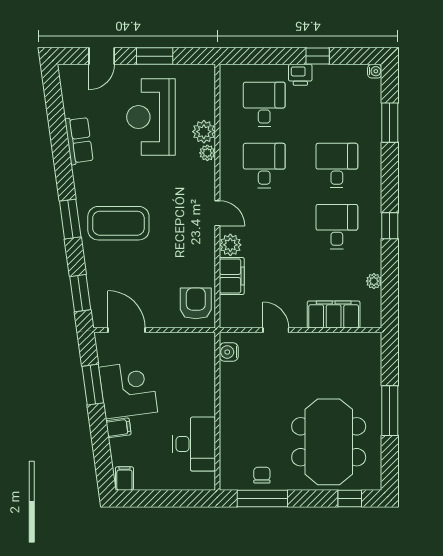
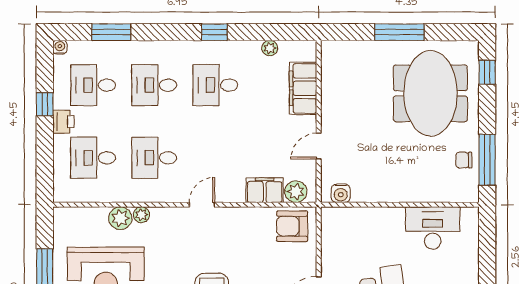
desk: (337, 104) -> (93, 85), added
plant: (230, 245) -> (296, 192), moved
meeting table: (329, 442) -> (430, 93), turned 90

